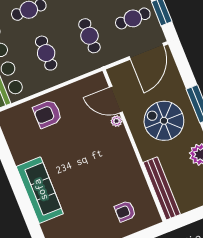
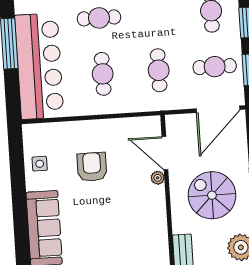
armchair: (47, 114) -> (92, 167), moved, turned 90
side table: (20, 140) -> (40, 164), added

